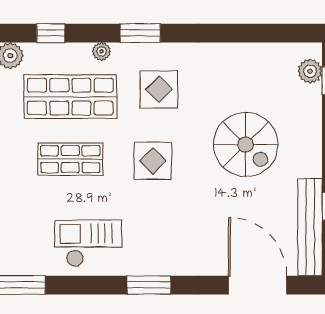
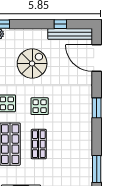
checkout: (88, 243) -> (78, 136), removed
door: (258, 285) -> (97, 58), hinge flipped

